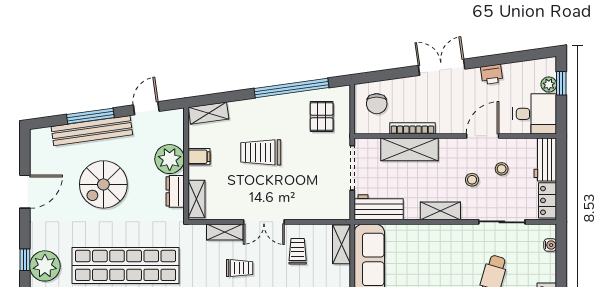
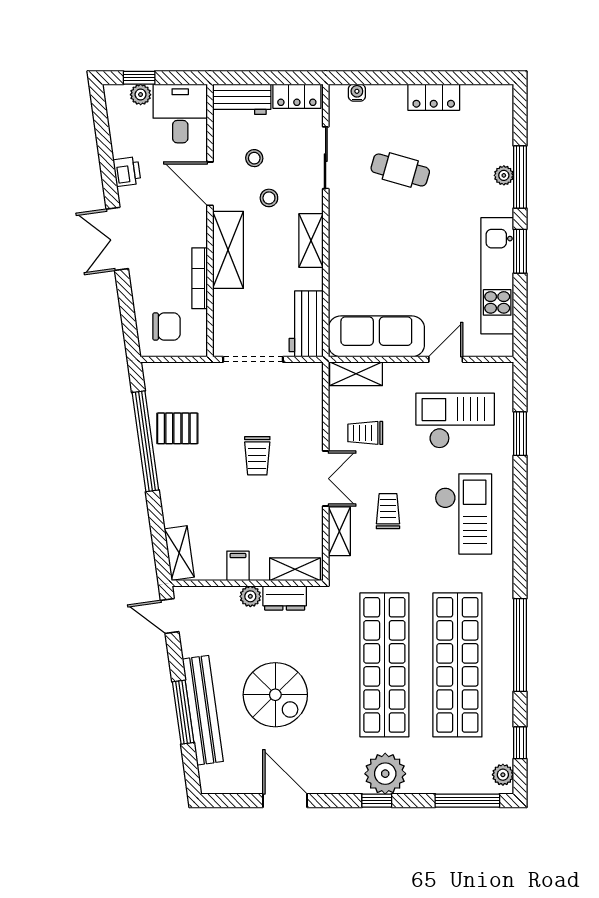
door: (146, 108) -> (170, 616), moved
pallet: (322, 117) -> (177, 428), moved
shelving: (409, 149) -> (228, 250), moved
trolley: (261, 152) -> (257, 456), moved, width x0.73, depth x0.72
plant: (170, 159) -> (250, 596), width x0.53, depth x0.53

